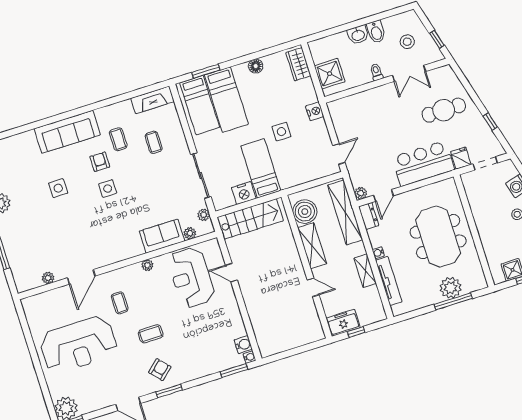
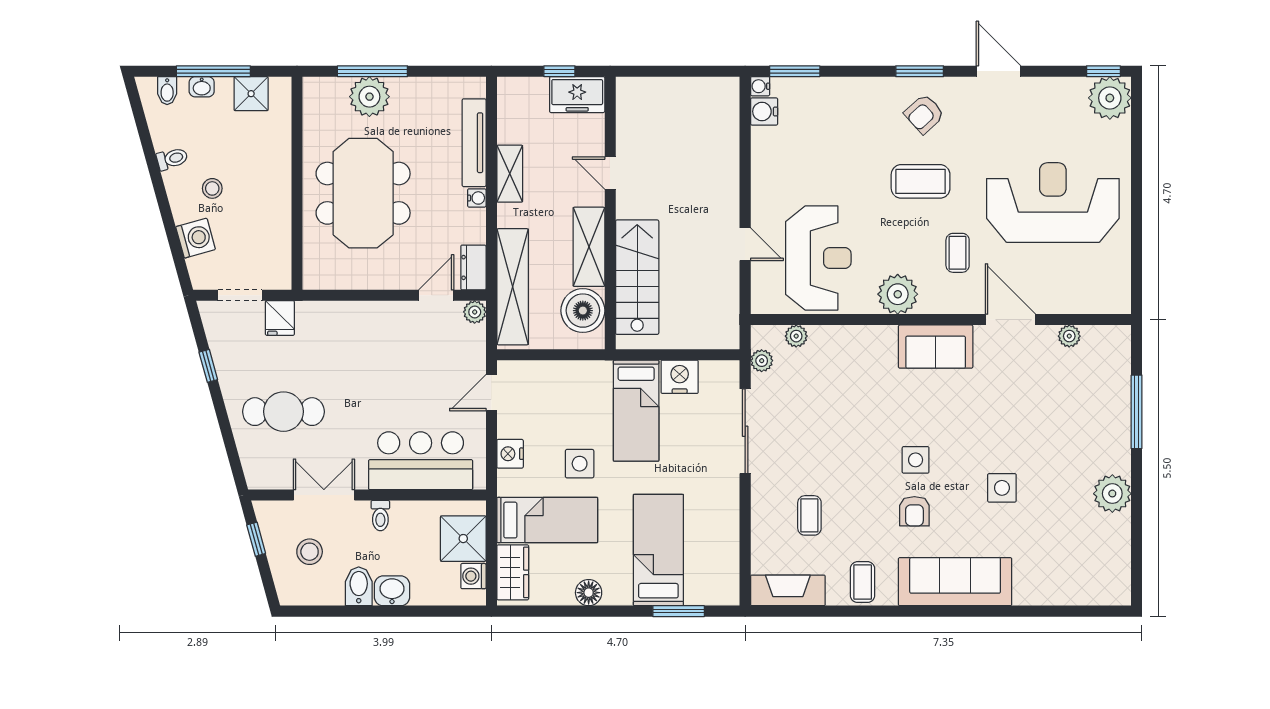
washing machine: (318, 56) -> (473, 576), added
bed: (200, 105) -> (547, 520), moved, turned 90
nightstand: (315, 111) -> (510, 454), moved
coffee table: (118, 139) -> (863, 582), moved
bar counter: (423, 163) -> (421, 461), moved, turned 180
stairs: (250, 219) -> (637, 277), moved, turned 90
sofa: (162, 236) -> (936, 347), moved
plant: (147, 265) -> (898, 294), width x1.88, depth x1.88
door: (81, 277) -> (1011, 320), hinge flipped
coffee table: (151, 334) -> (921, 181), width x1.36, depth x1.30

